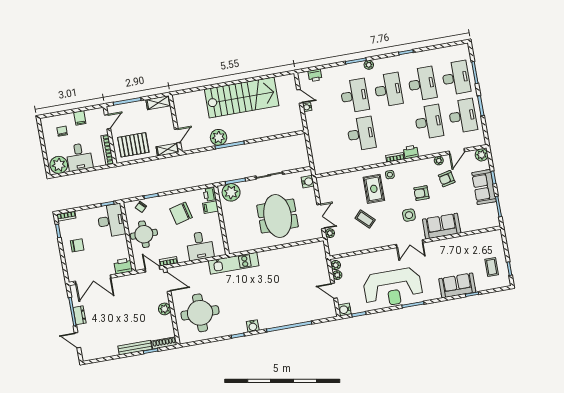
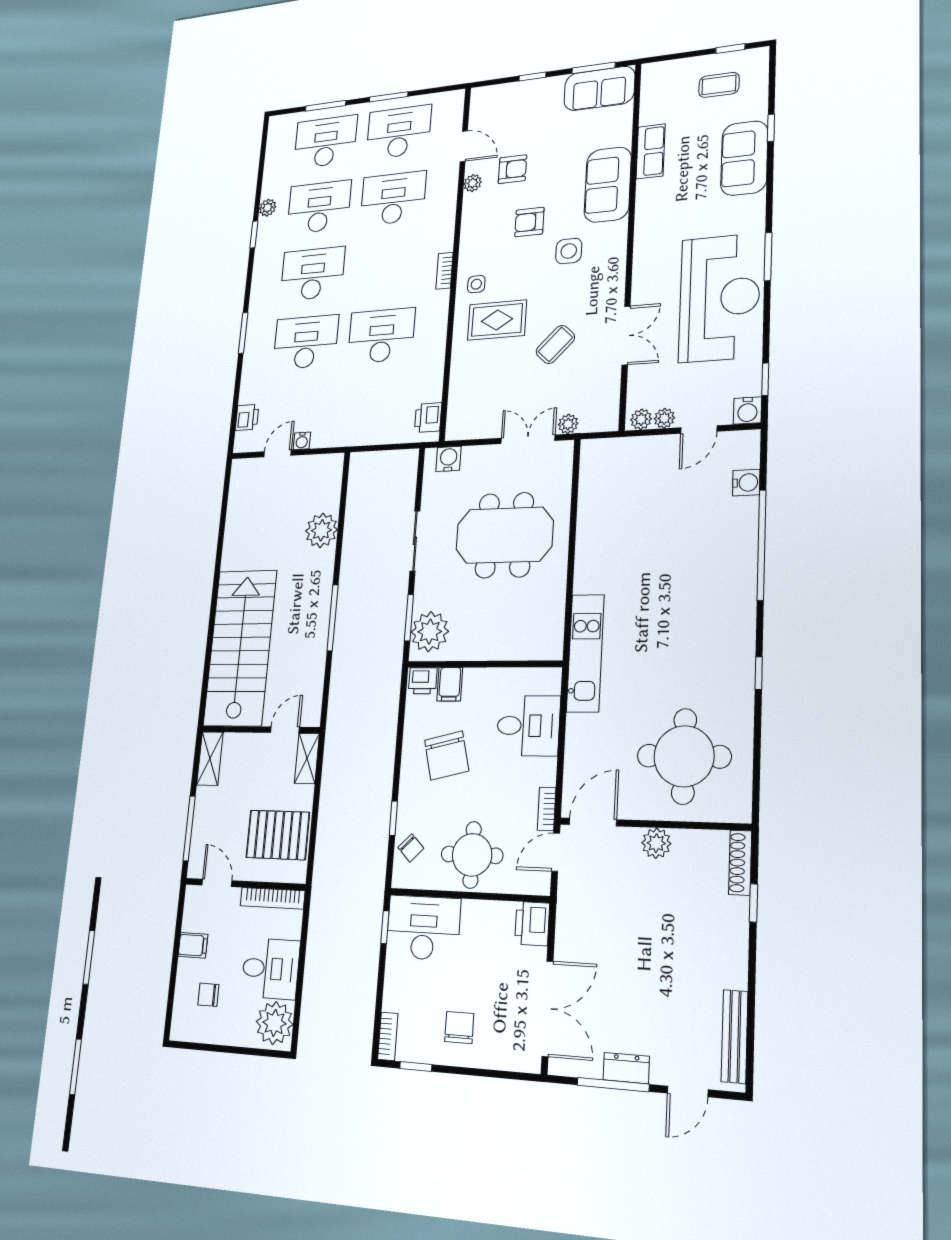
plant: (369, 65) -> (268, 208), moved
stairs: (242, 97) -> (240, 648), moved
door: (178, 136) -> (285, 730), hinge flipped
plant: (219, 137) -> (322, 530), moved
pallet: (133, 145) -> (278, 835), turned 90
printer: (411, 152) -> (428, 418), moved
plant: (482, 155) -> (482, 98), removed
armchair: (447, 179) -> (512, 169), turned -78
sofa: (484, 187) -> (599, 88), moved
armchair: (421, 193) -> (529, 222), turned 90
row of seats: (459, 243) -> (651, 151), added
double door: (410, 244) -> (626, 336), moved
water cooler: (253, 326) -> (746, 483), moved
bench: (135, 348) -> (735, 1036), moved

